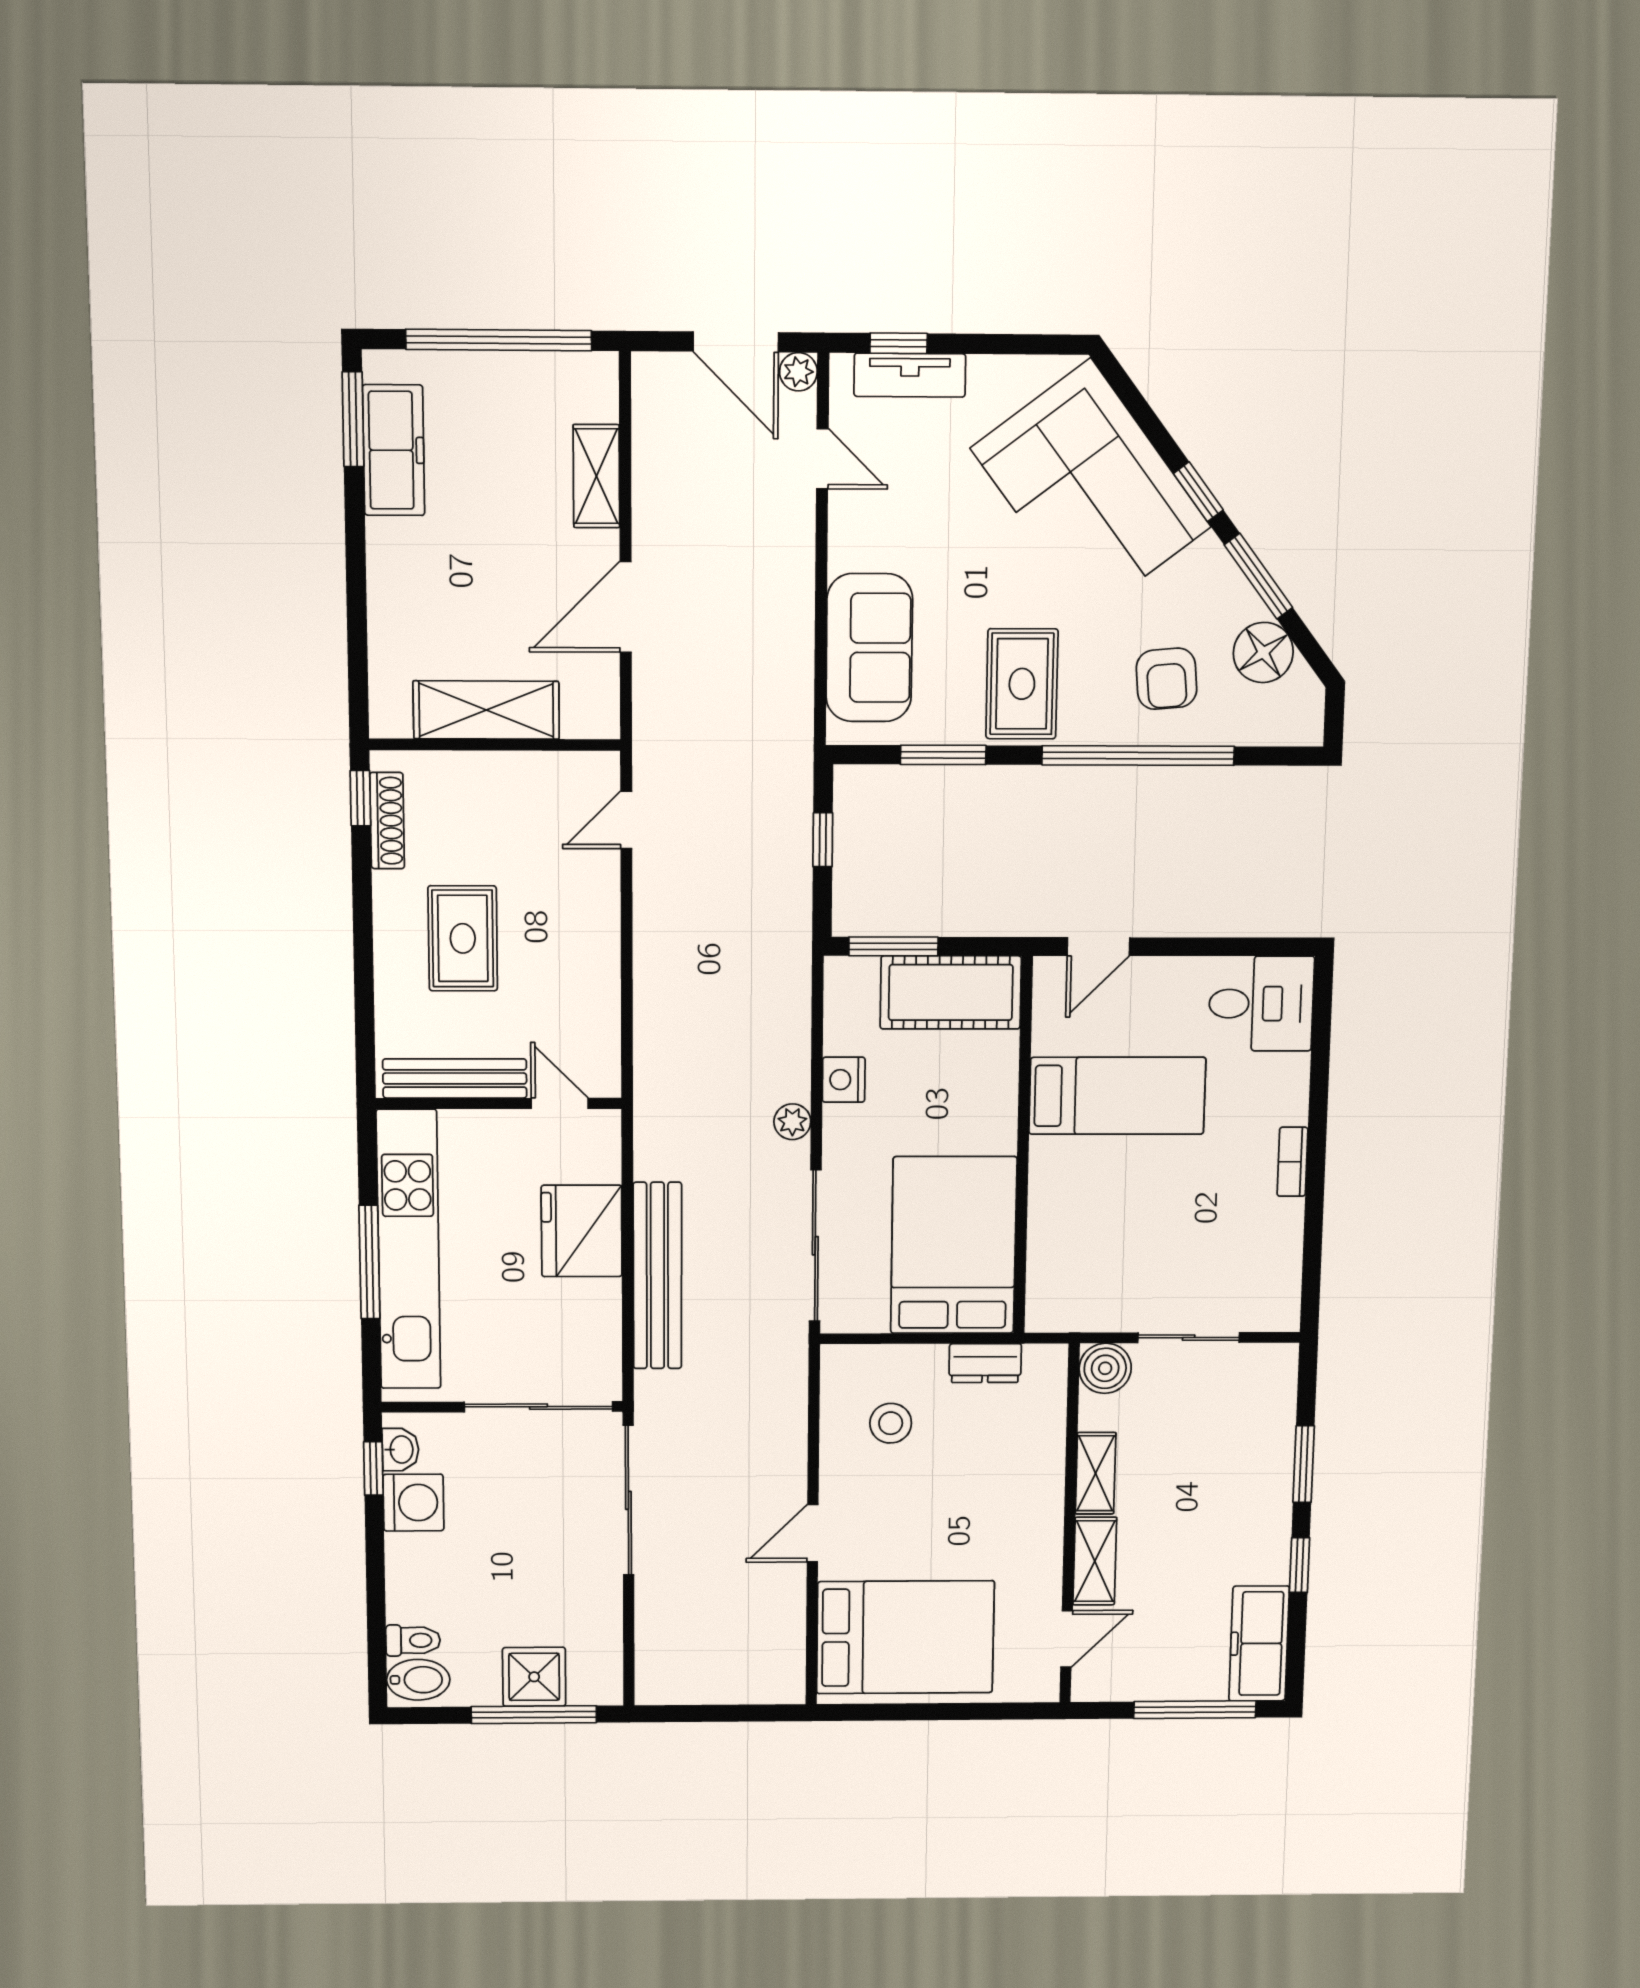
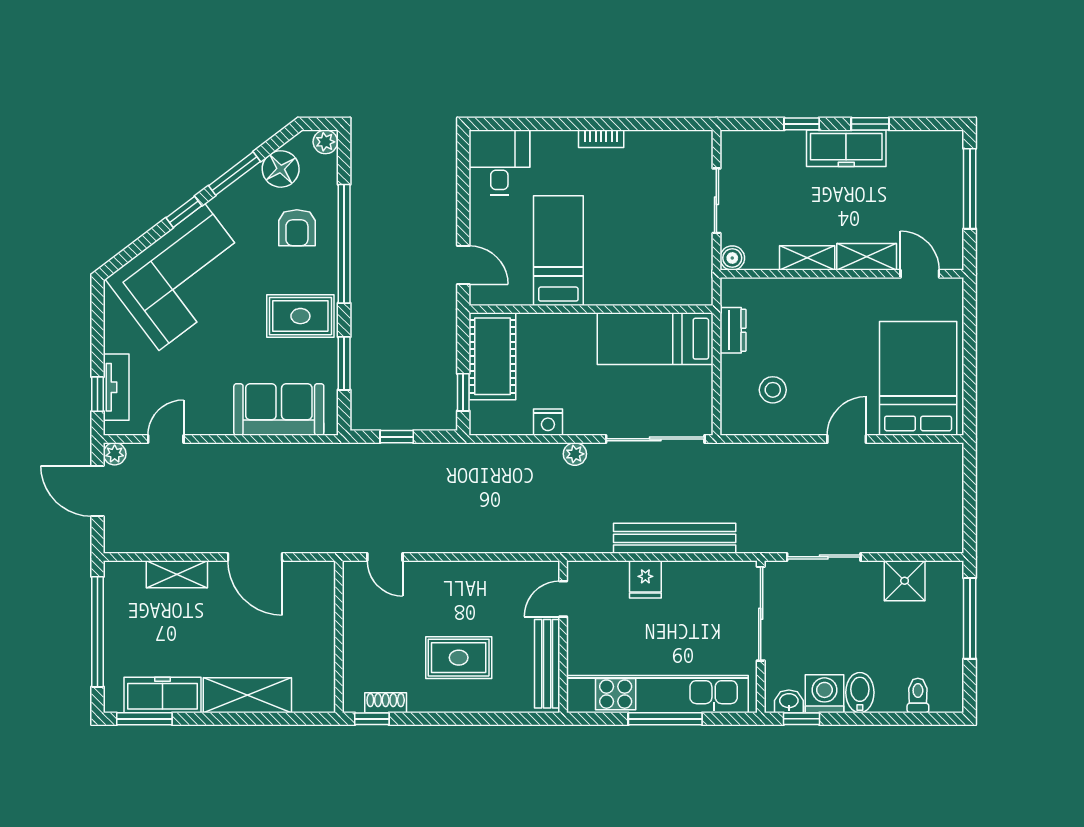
door: (736, 342) -> (97, 491), swing flipped
armchair: (1166, 679) -> (297, 228), turned 95
shelving: (486, 710) -> (247, 695), moved, turned 90
plant: (1305, 726) -> (325, 142), added
shoe rack: (387, 821) -> (386, 703), width x0.70
window: (893, 946) -> (463, 392), width x0.67
fridge: (582, 1231) -> (645, 579), width x0.53, depth x0.75
bed: (954, 1245) -> (655, 339), width x0.67
boiler: (1105, 1368) -> (732, 258), width x0.73, depth x0.73
window: (1304, 1464) -> (802, 124), width x0.67
sliding door: (628, 1500) -> (824, 557), width x0.73
door: (813, 1533) -> (847, 439), swing flipped
freezer: (1259, 1644) -> (846, 148), moved
shower: (534, 1677) -> (905, 581), moved
bidet: (418, 1680) -> (860, 693), moved

